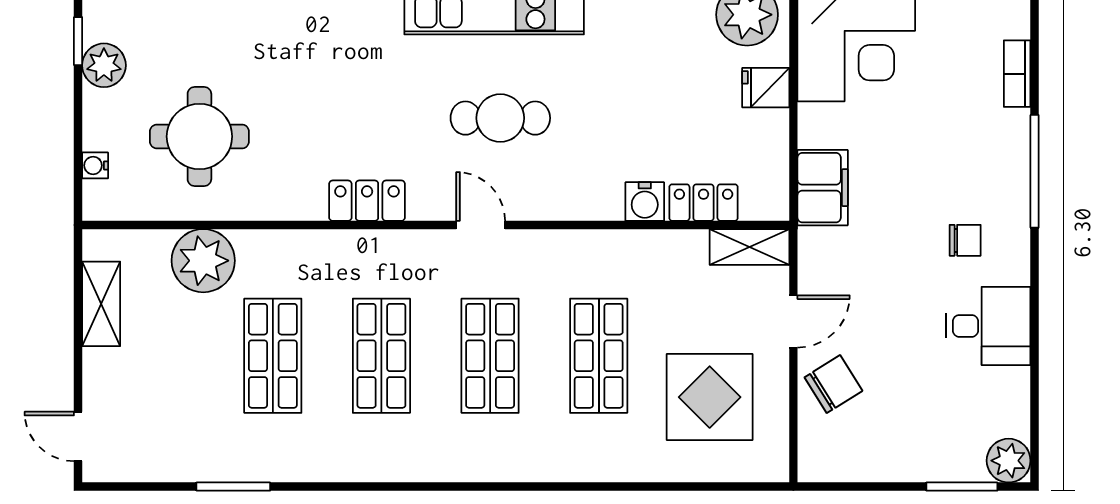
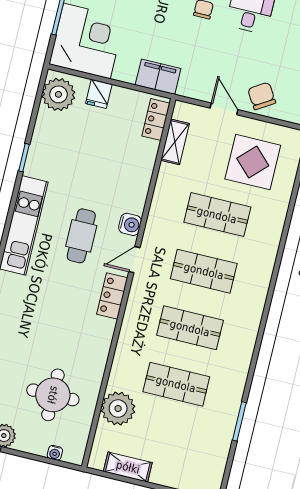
locker: (367, 201) -> (112, 296), moved
water cooler: (645, 202) -> (130, 224), moved
locker: (704, 203) -> (156, 120), moved
shelving: (750, 247) -> (175, 142), moved

